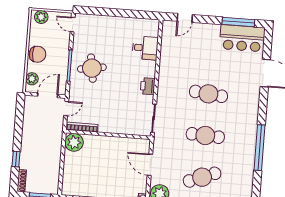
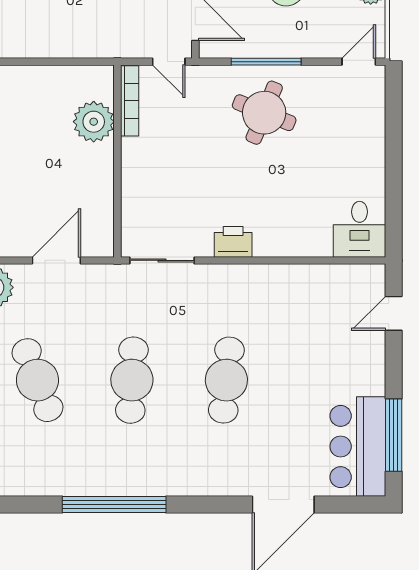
door: (185, 18) -> (394, 313), hinge flipped
desk: (145, 48) -> (360, 229), moved
round table: (92, 68) -> (264, 113), turned 31
plant: (74, 142) -> (94, 122), moved

